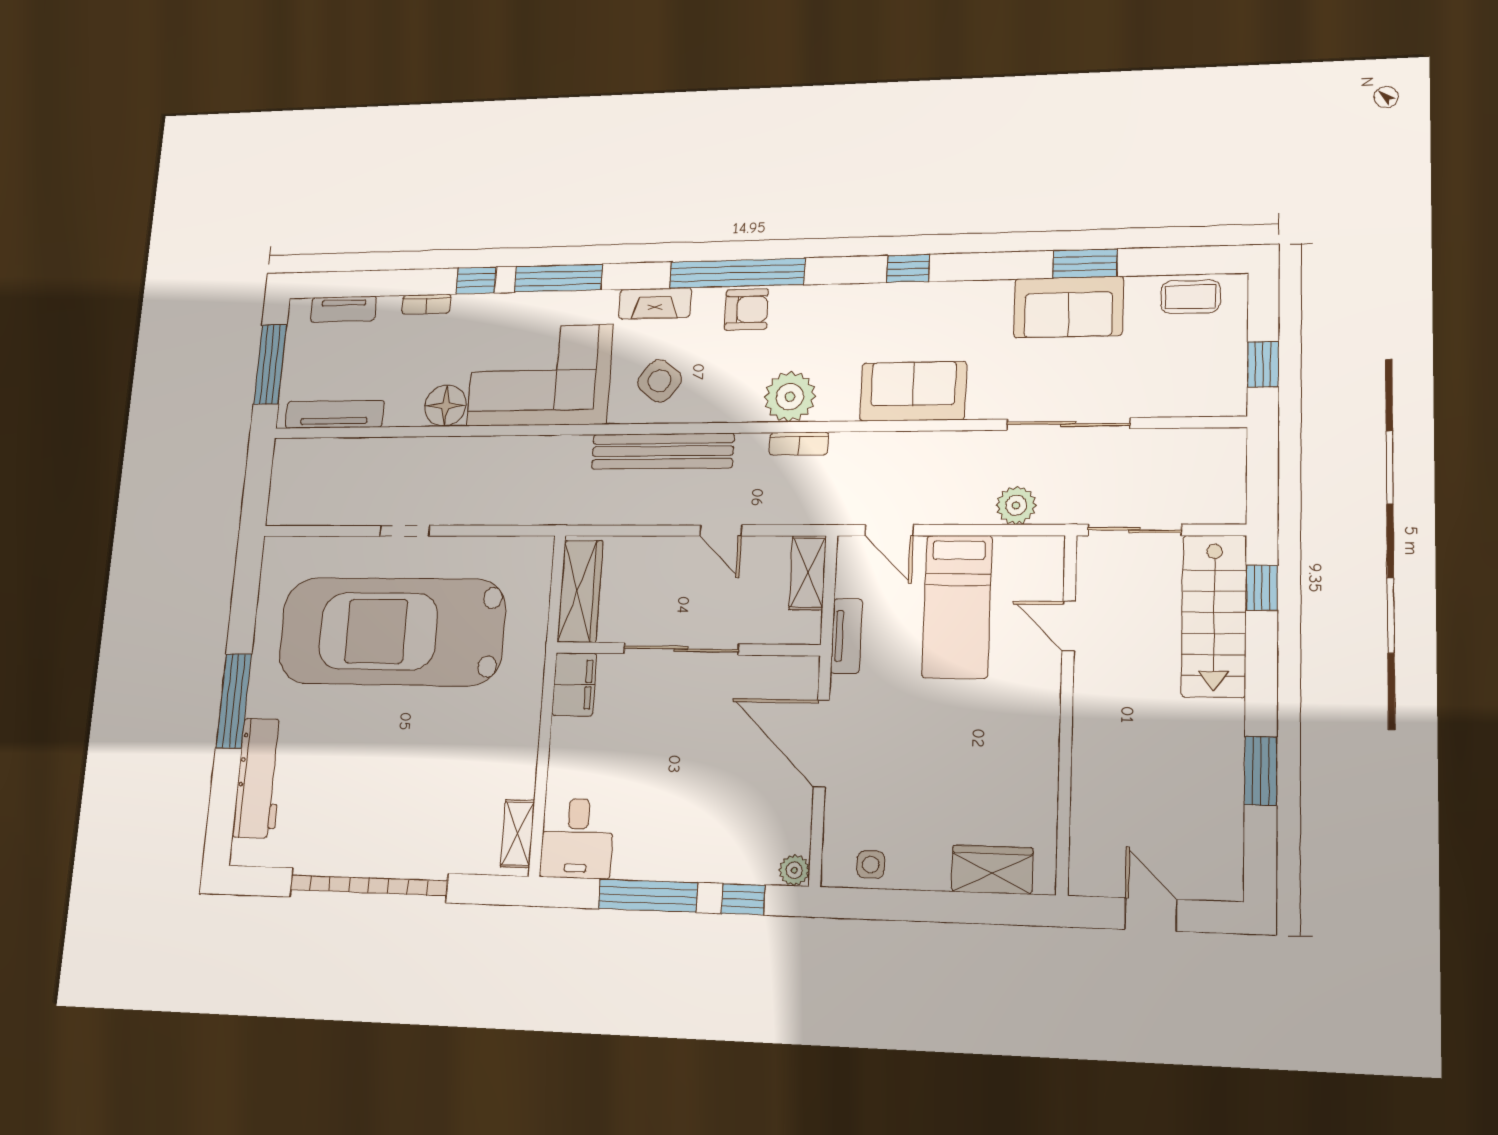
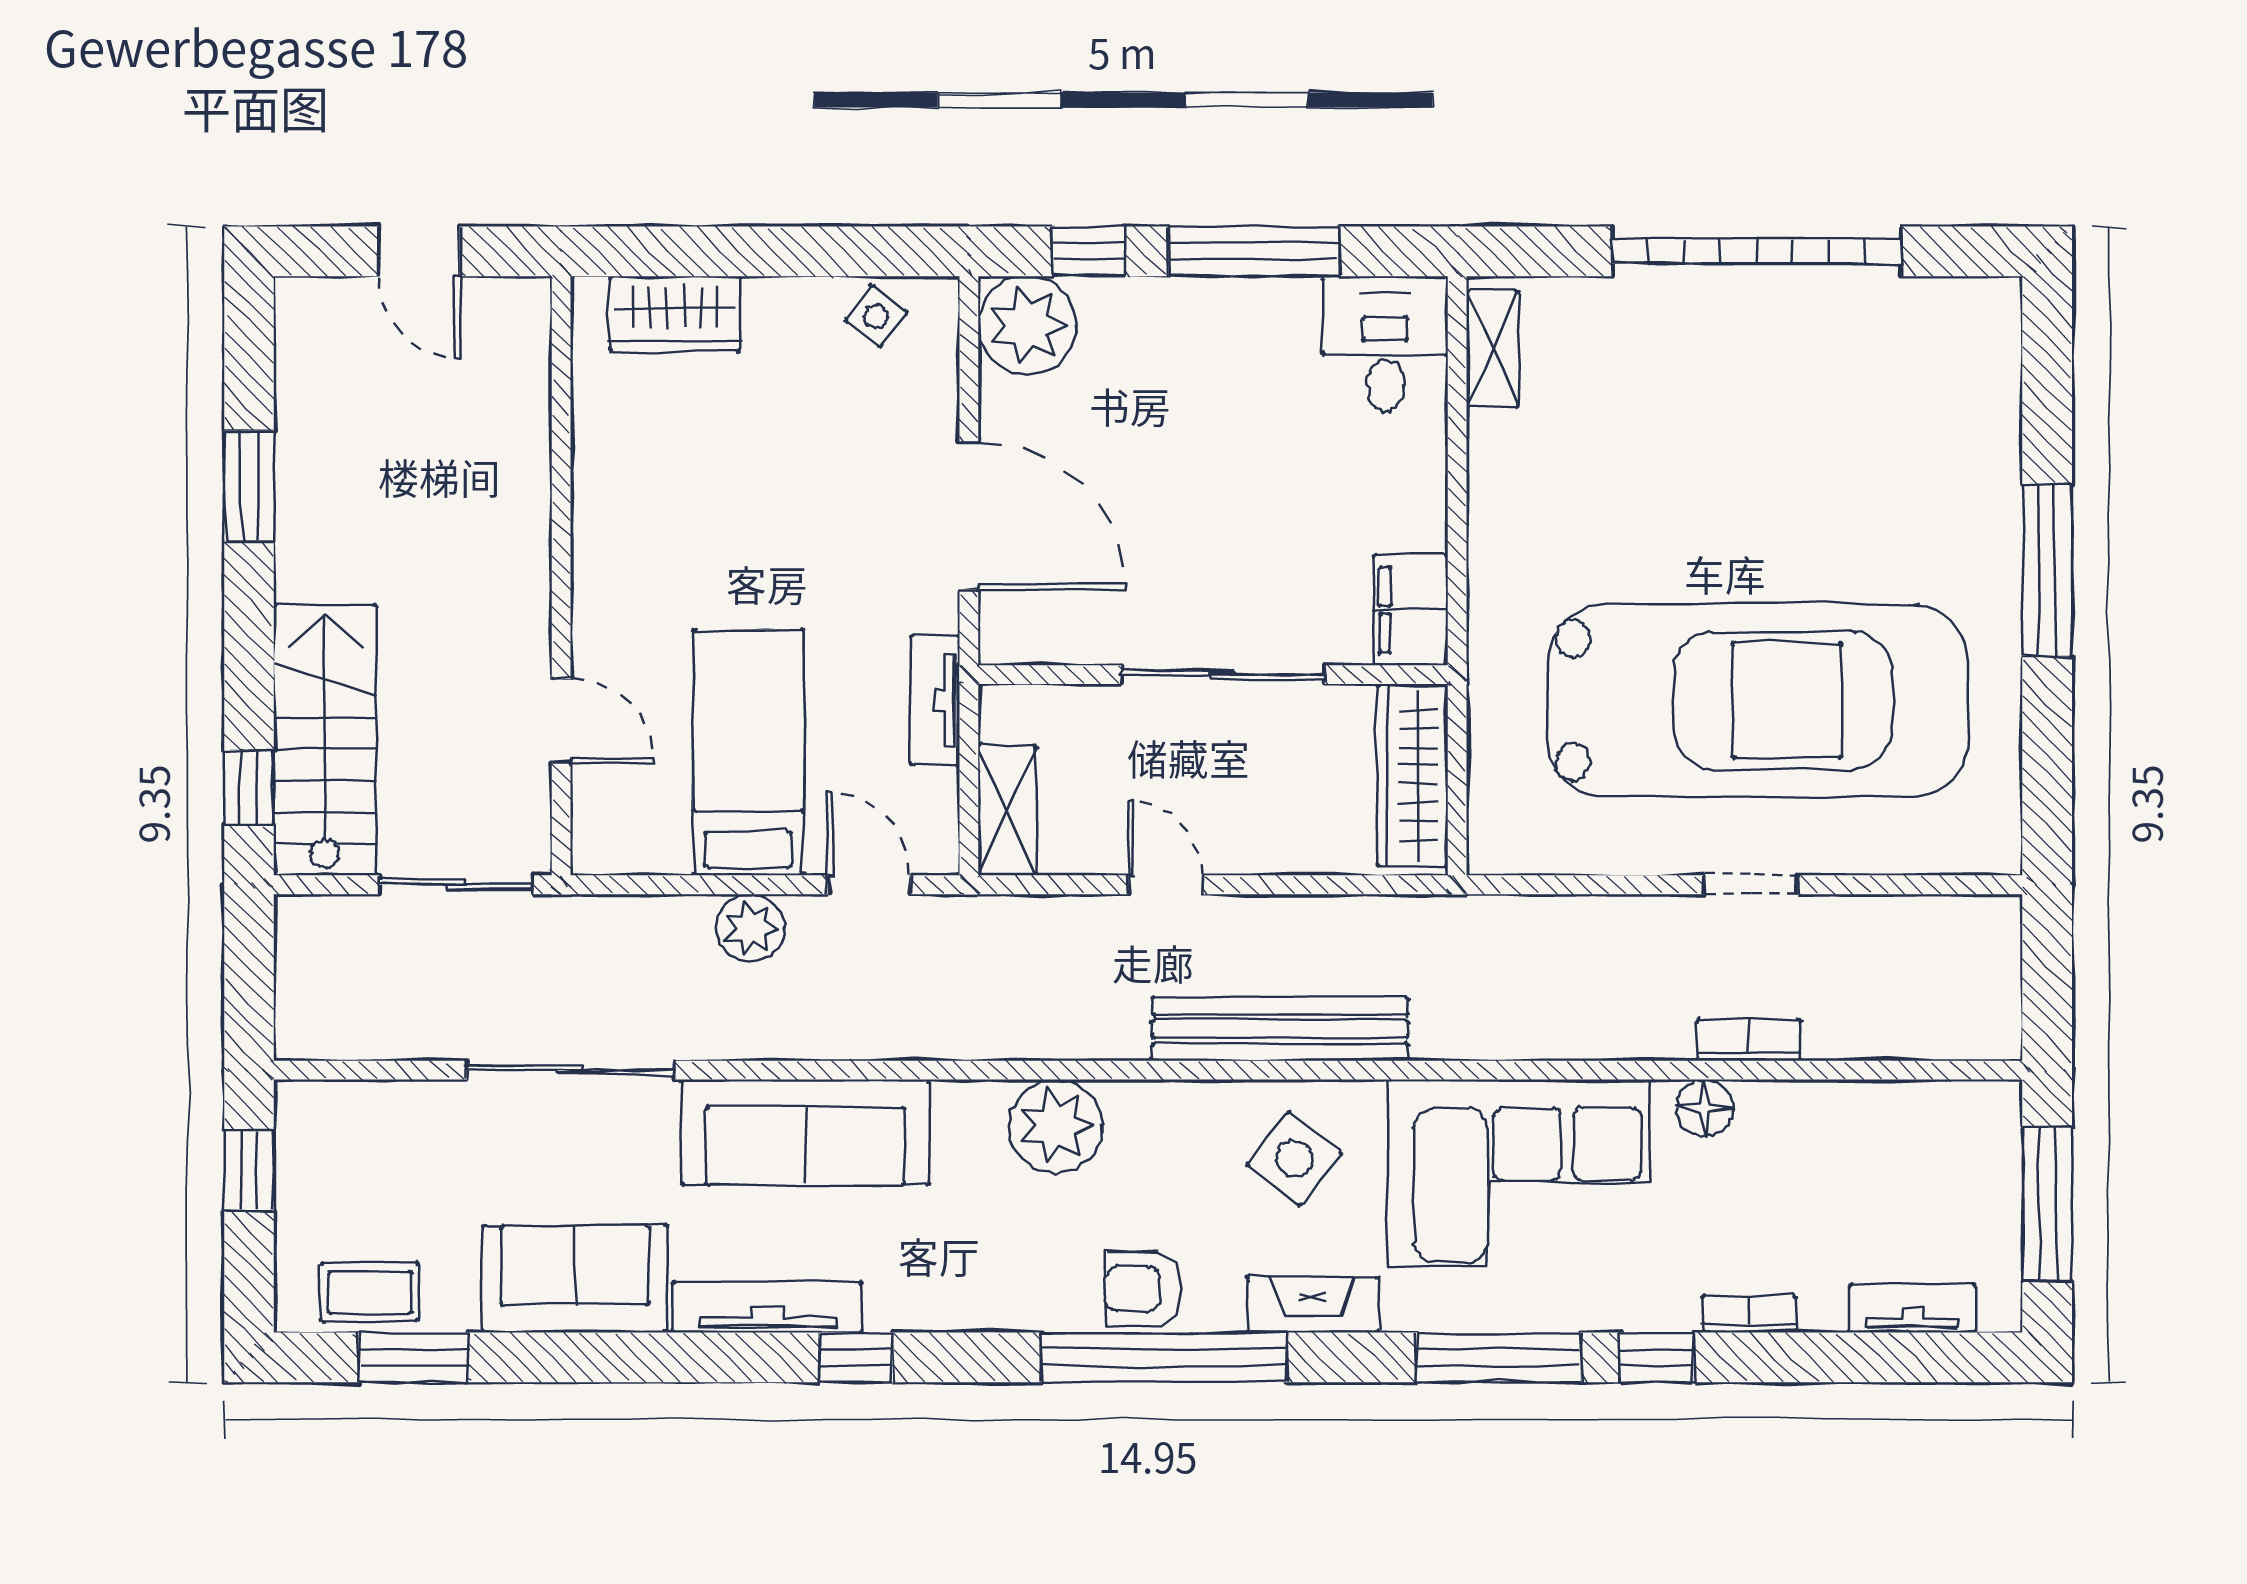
window: (1085, 264) -> (413, 1357), moved
sofa: (913, 391) -> (805, 1132), width x1.36
floor lamp: (445, 406) -> (1705, 1108), width x0.73, depth x0.73
tv unit: (334, 414) -> (768, 1307), moved, turned 180
bookcase: (799, 444) -> (1749, 1040), moved
plant: (1016, 505) -> (750, 928), moved
workbench: (259, 778) -> (1983, 433), removed
side table: (871, 864) -> (876, 316), turned 37
plant: (794, 870) -> (1027, 325), width x1.88, depth x1.88

